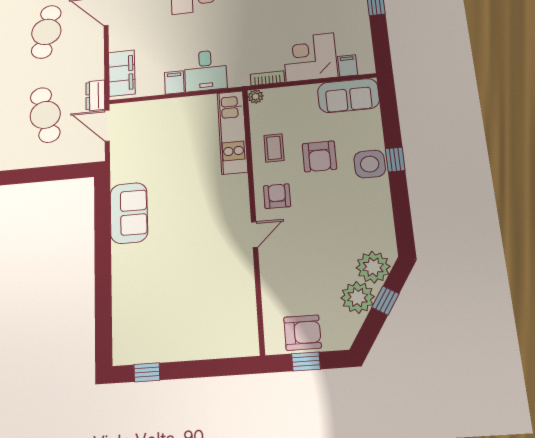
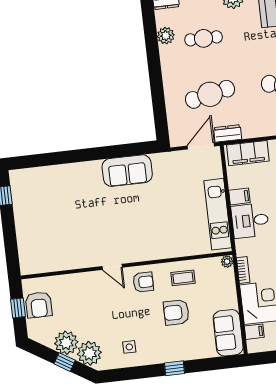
kitchen unit: (232, 132) -> (218, 214), moved, turned -90
side table: (370, 164) -> (129, 347), moved, width x0.54, depth x0.54

